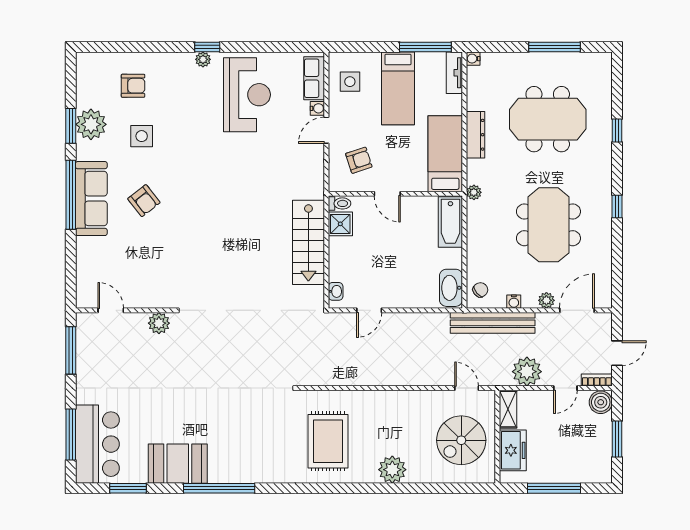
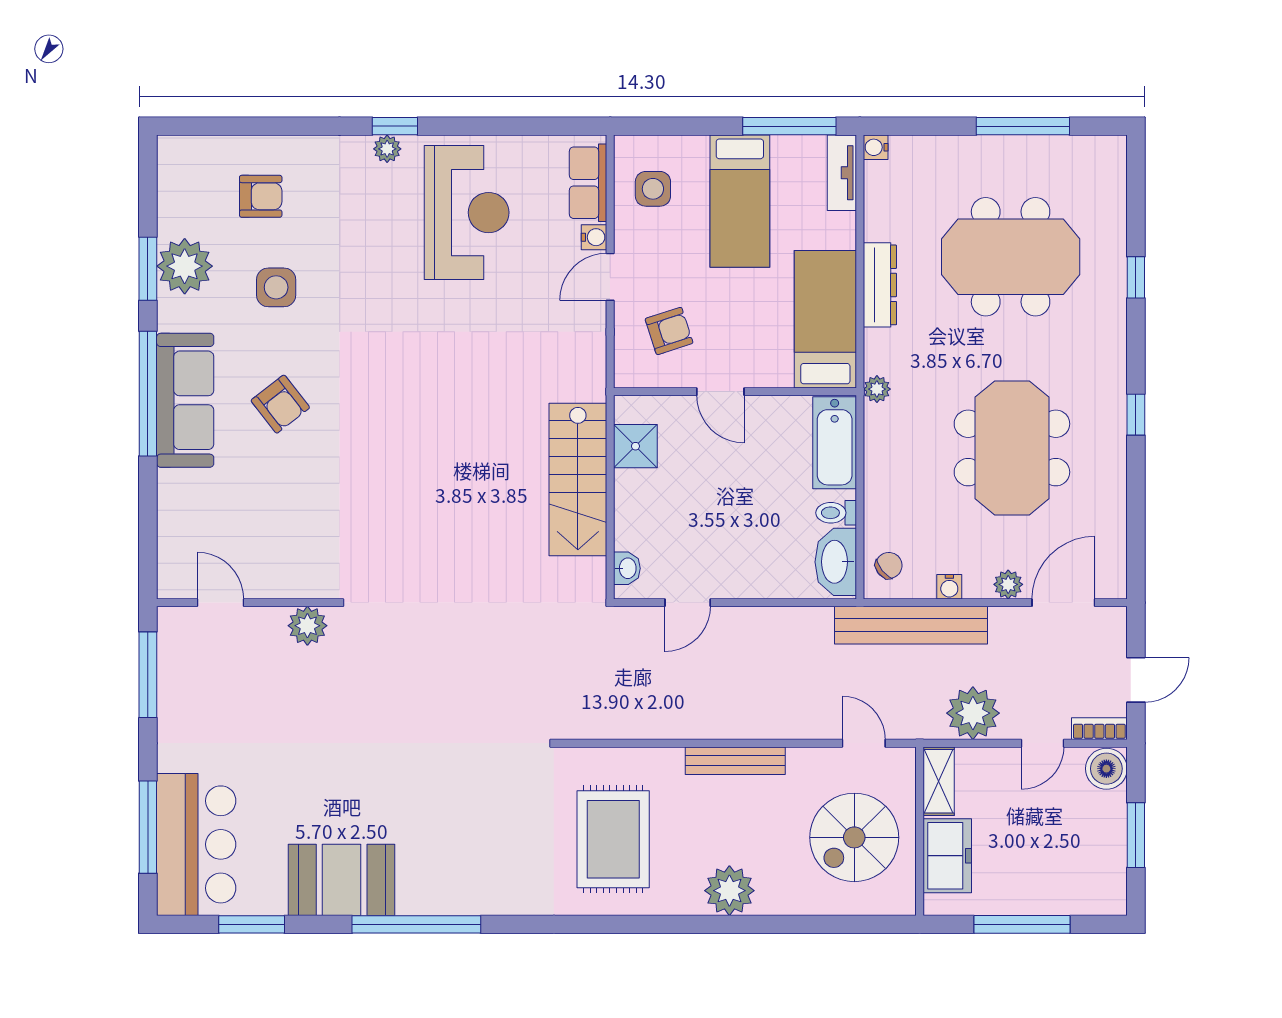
toilet: (339, 203) -> (836, 513), moved, turned 180
bench: (395, 398) -> (735, 761), added

